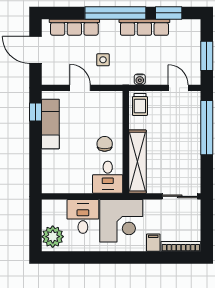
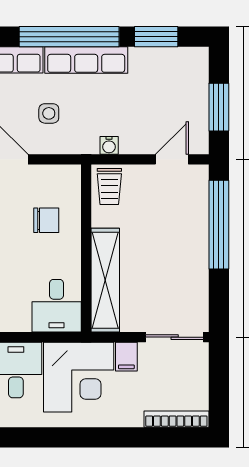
row of seats: (144, 27) -> (86, 60), moved
door: (178, 88) -> (172, 159), hinge flipped
chair: (105, 144) -> (46, 220), moved, turned 90
filing cabinet: (153, 243) -> (126, 357), moved, turned 180

